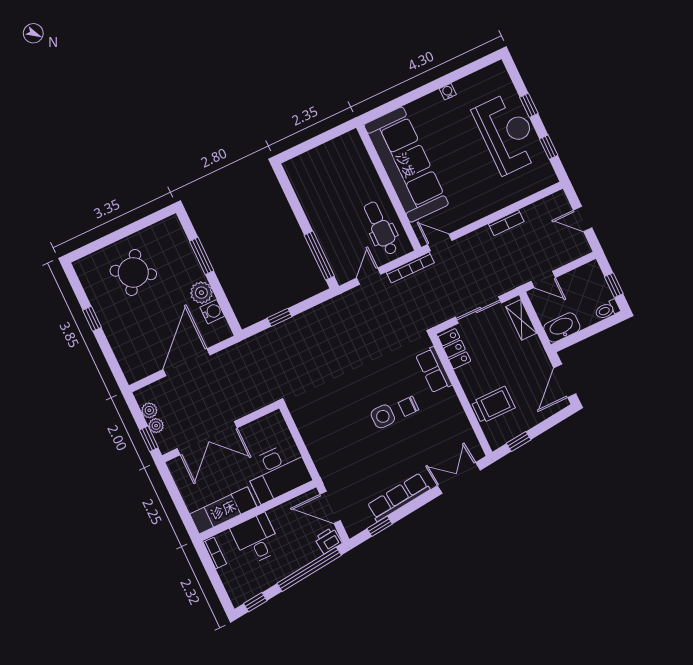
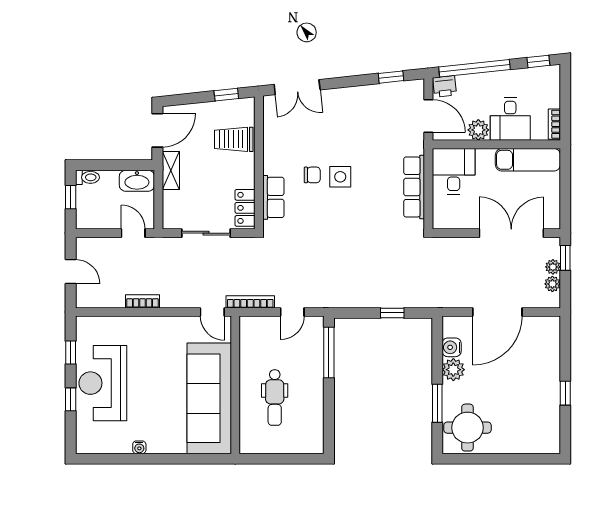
dental chair: (381, 228) -> (275, 397), moved
round table: (133, 272) -> (467, 428), moved, turned -31
shelving: (521, 320) -> (171, 171), moved
desk: (277, 472) -> (454, 171), width x0.73
row of seats: (399, 497) -> (414, 187), moved, turned 96
plant: (280, 516) -> (478, 130), added

